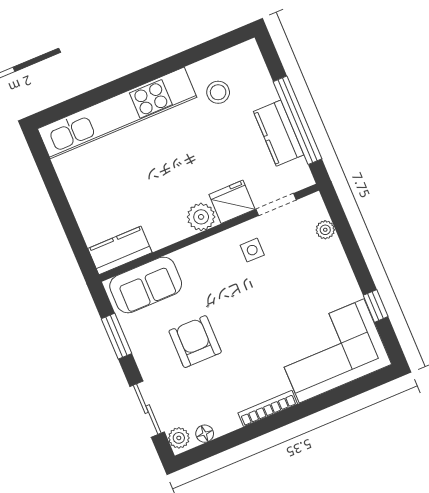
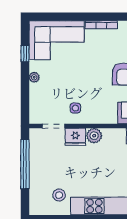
kitchen counter: (279, 133) -> (37, 162), removed
plant: (325, 230) -> (34, 77), moved

